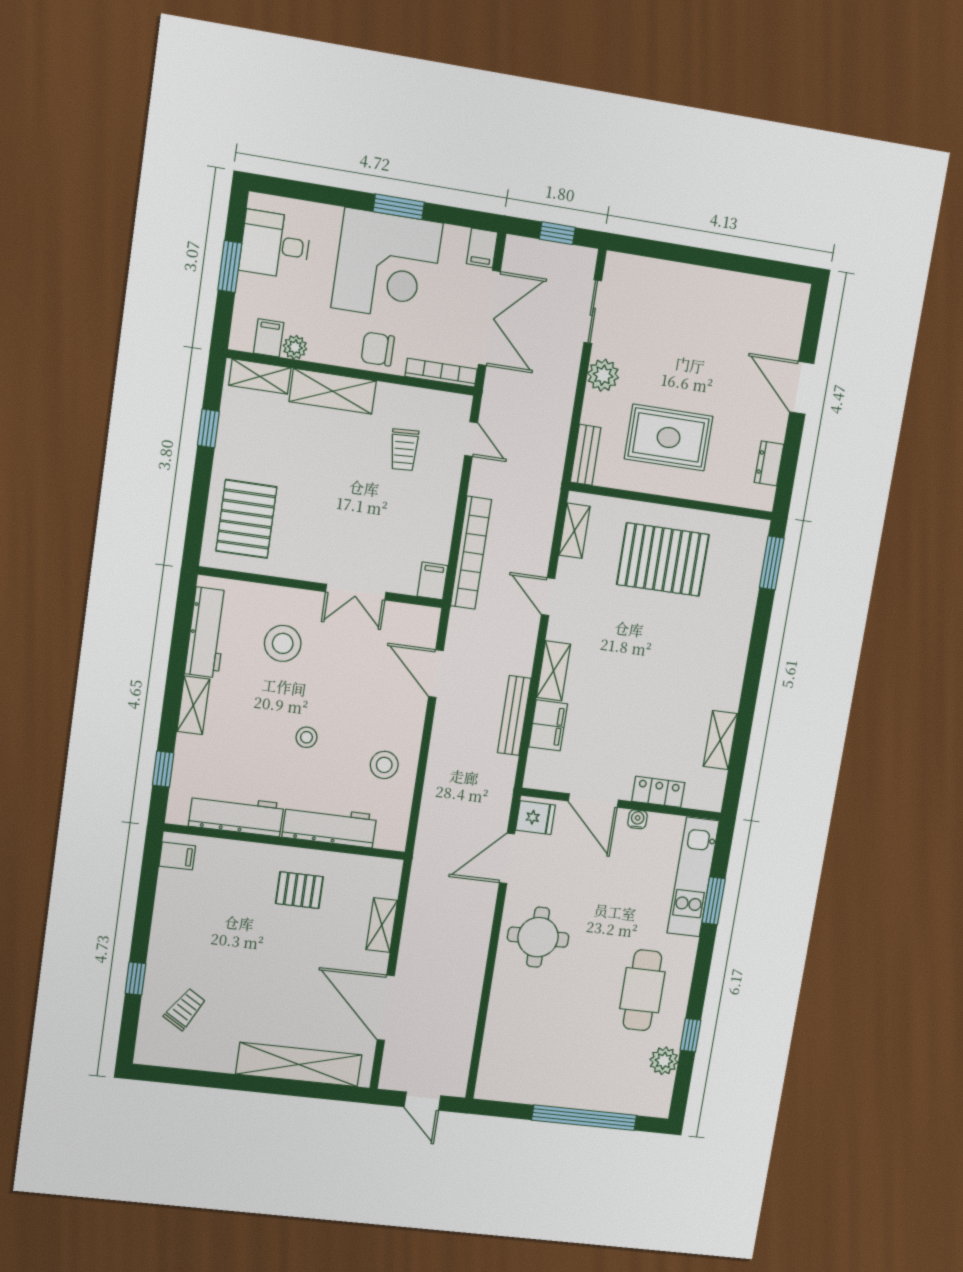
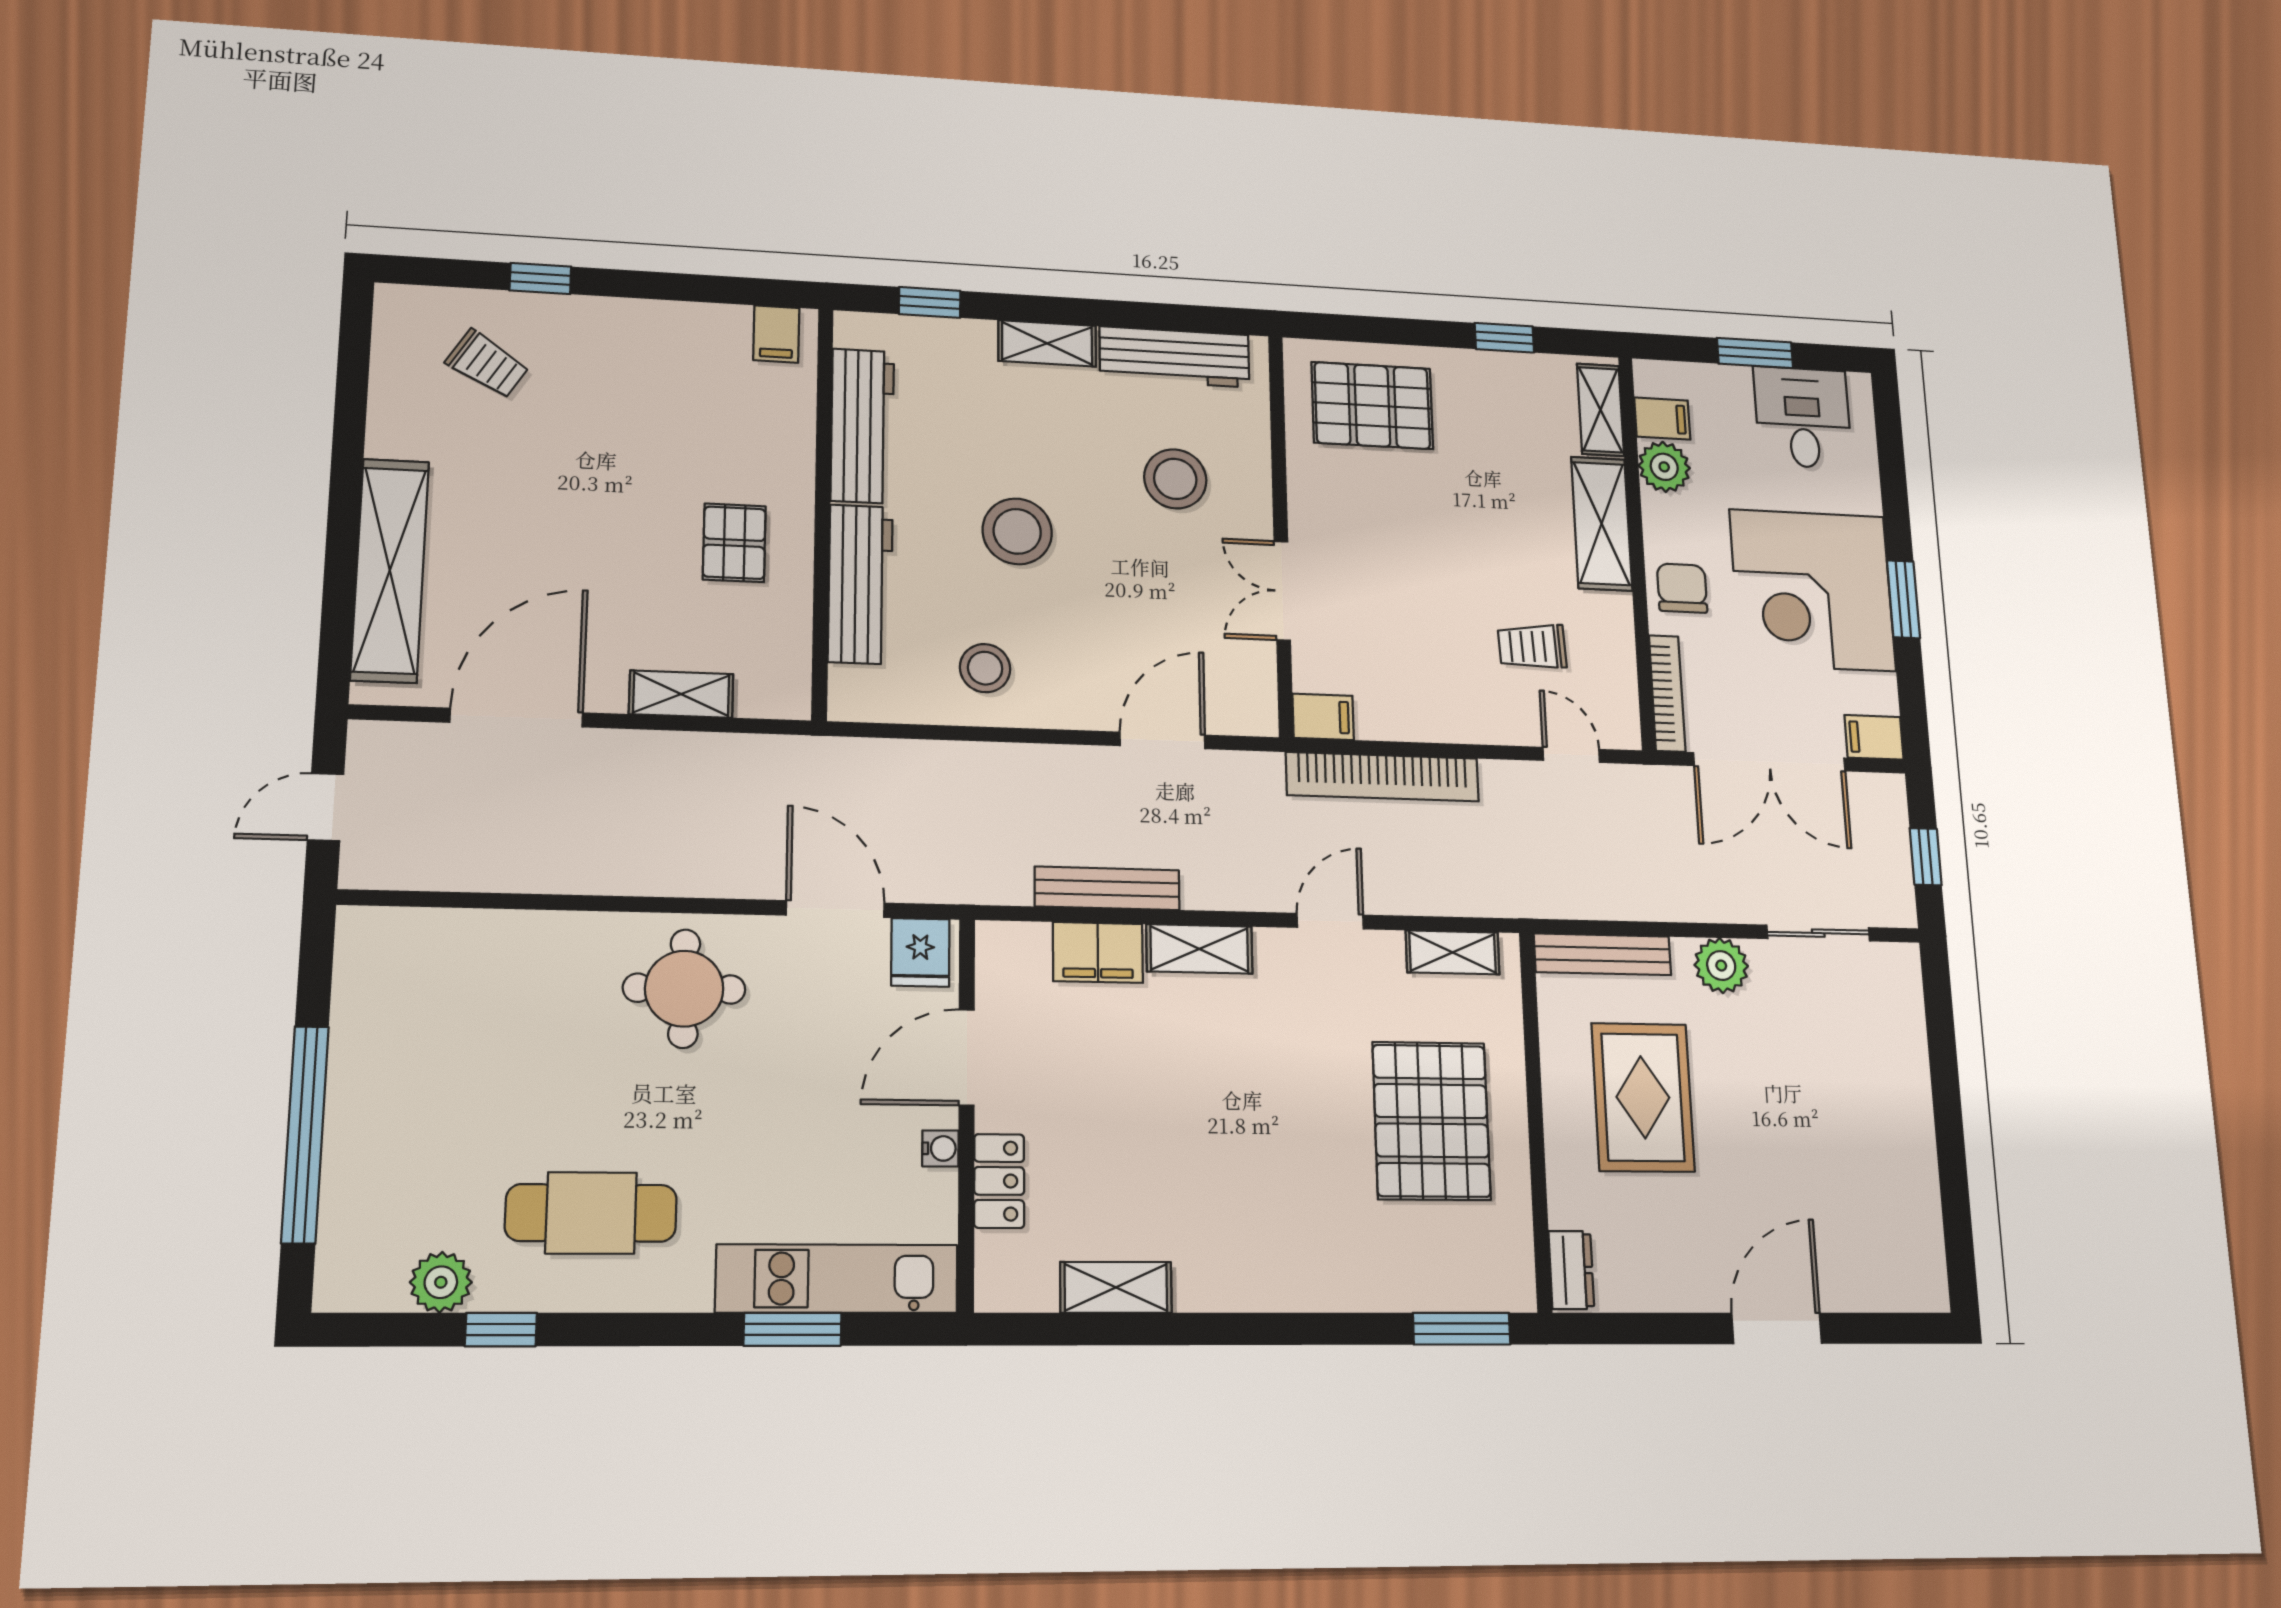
plant: (295, 347) -> (1664, 467), width x1.38, depth x1.38
door: (471, 439) -> (1571, 755), swing flipped
bench: (586, 455) -> (1603, 954), width x1.36
dresser: (769, 463) -> (1571, 1270), moved, turned 90
stool: (306, 737) -> (1017, 531), width x1.89, depth x1.89

